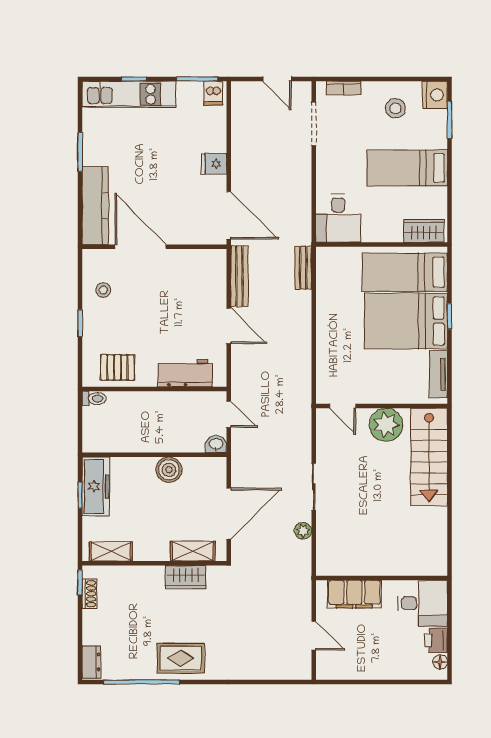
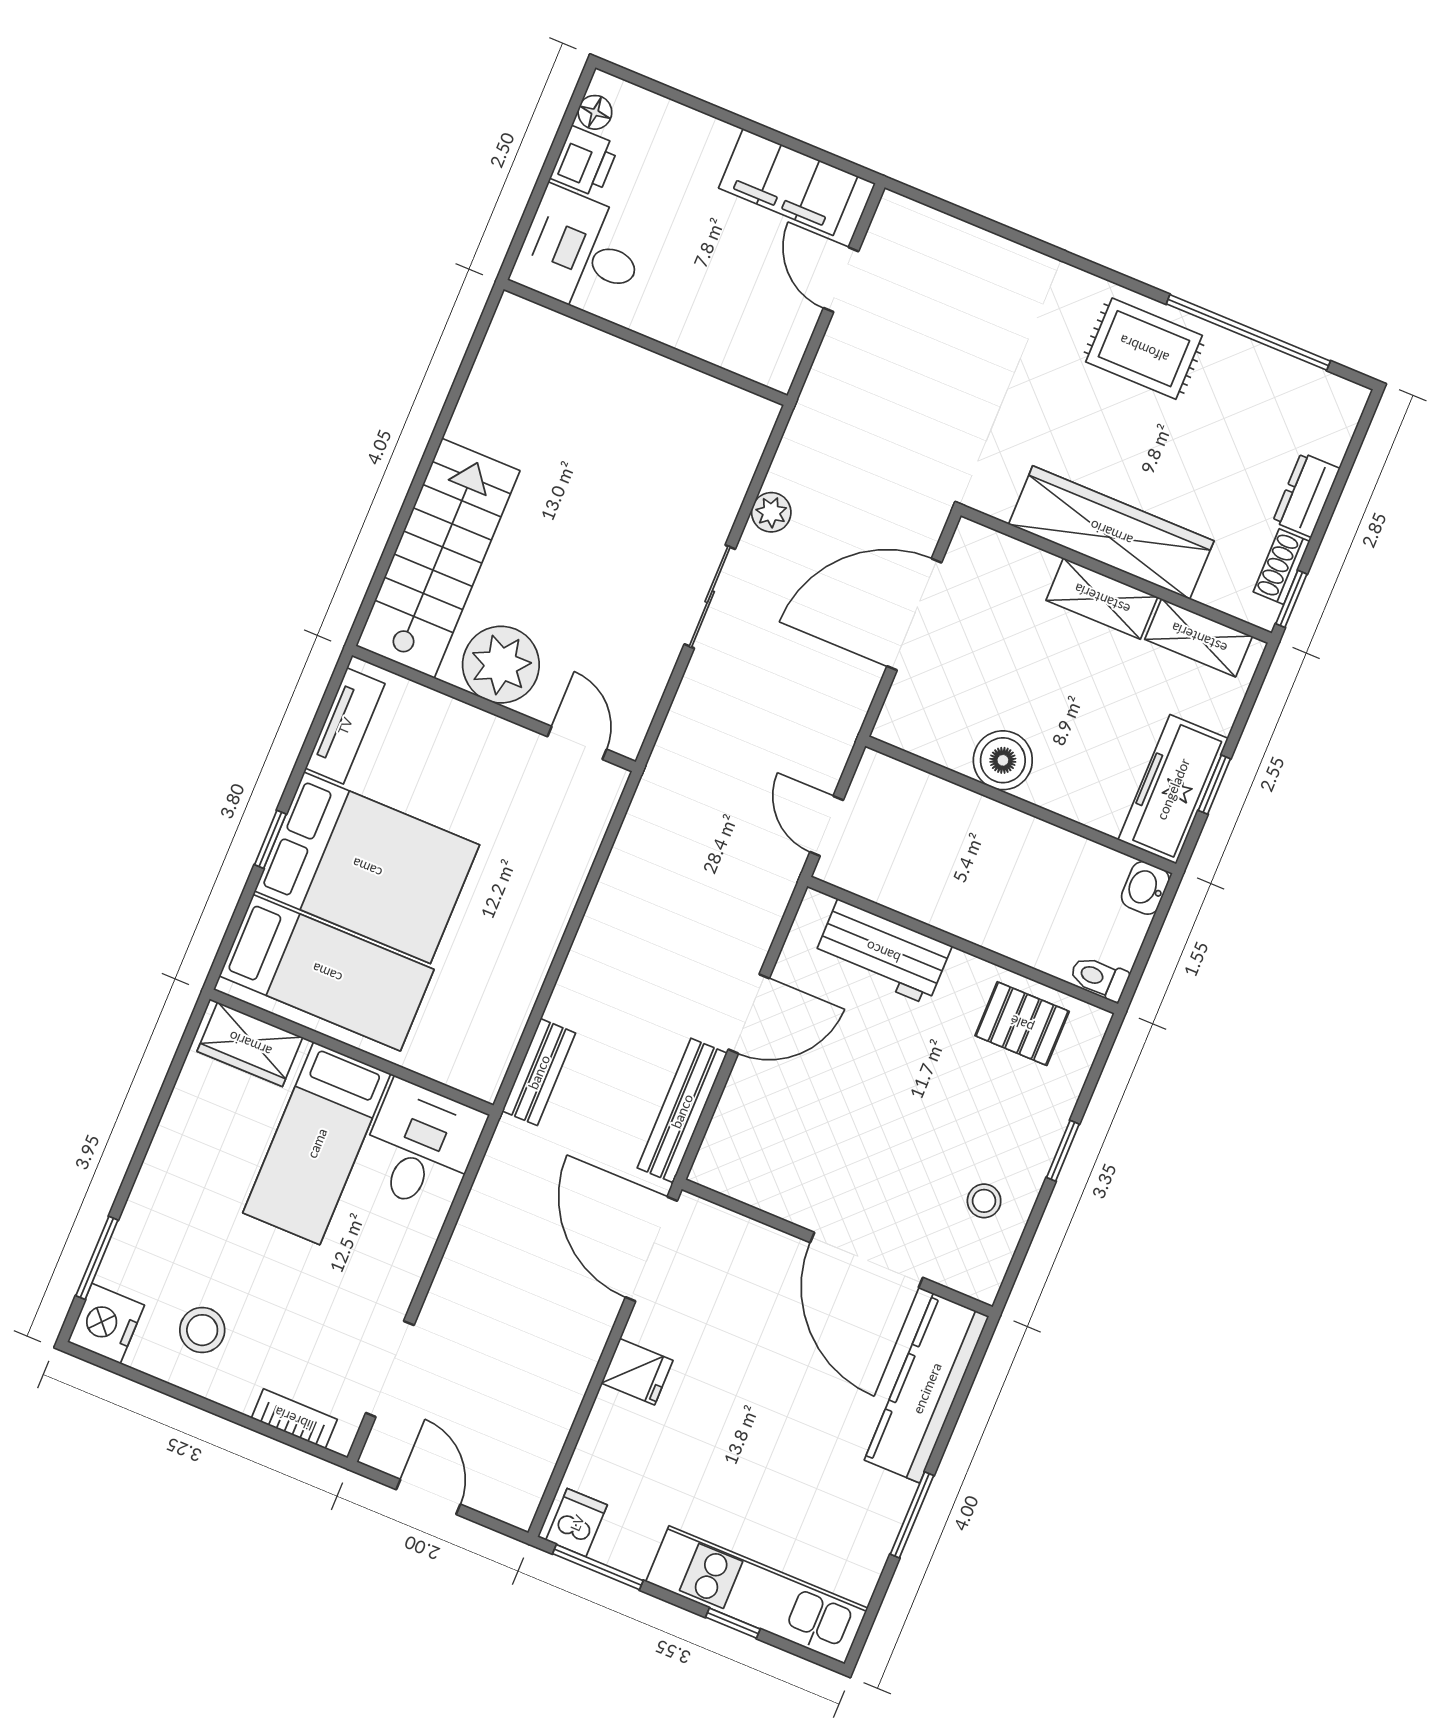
bed: (407, 168) -> (317, 1143), moved, turned 90
door: (229, 326) -> (749, 1014), swing flipped
washbasin: (216, 444) -> (1145, 888), moved, turned 90
shelving: (193, 551) -> (1102, 599), moved
wardrobe: (186, 577) -> (1111, 533), width x2.10, depth x1.17
filing cabinet: (354, 594) -> (788, 182), moved, turned 180
dresser: (91, 662) -> (1306, 495), moved

